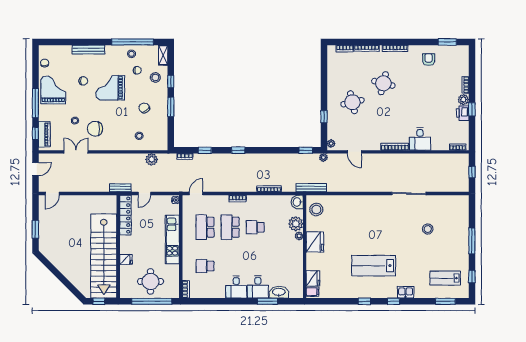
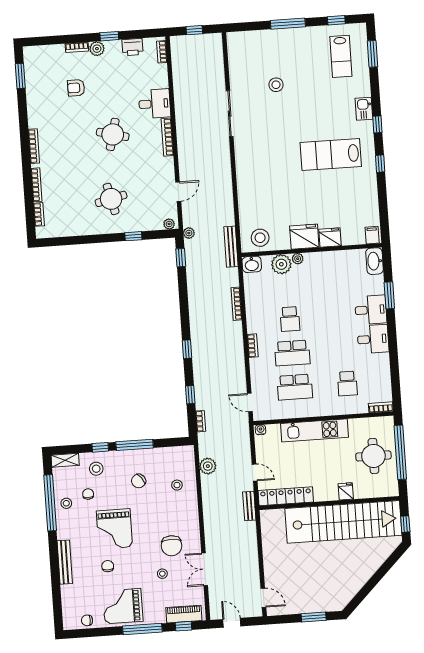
armchair: (429, 60) -> (76, 88), moved
round table: (383, 83) -> (113, 134), moved
window: (171, 107) -> (135, 445), width x1.44
printer: (463, 113) -> (132, 47), moved
lab bench: (374, 266) -> (331, 155), turned 90
fridge: (313, 279) -> (330, 237), moved
washbasin: (279, 292) -> (375, 261), moved

